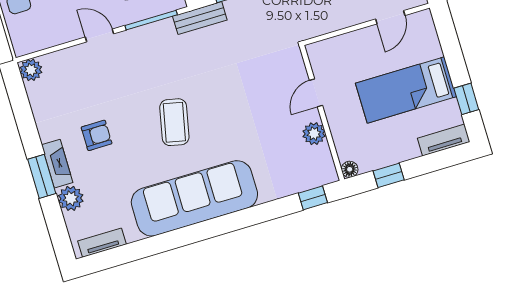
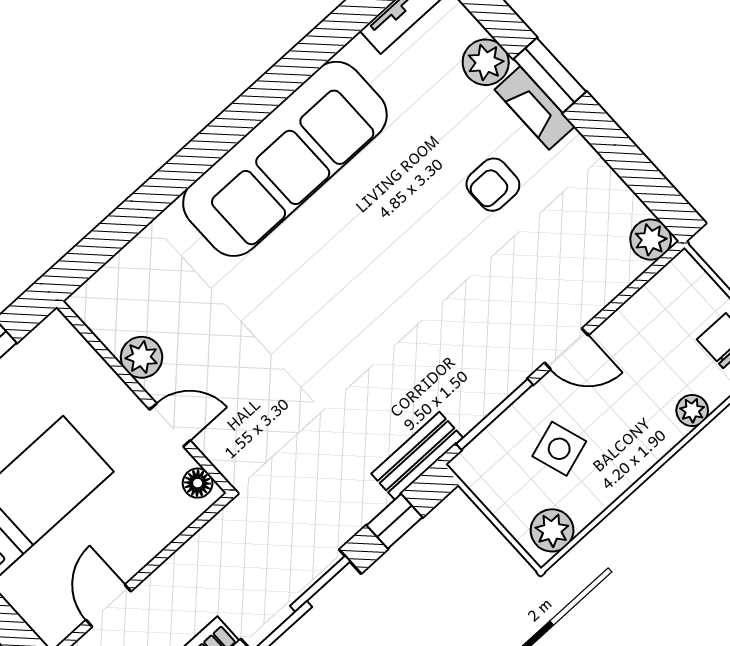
door: (316, 93) -> (170, 425), hinge flipped
coffee table: (174, 122) -> (377, 267), removed
floor lamp: (350, 169) -> (198, 483), moved
window: (313, 198) -> (93, 252), removed

